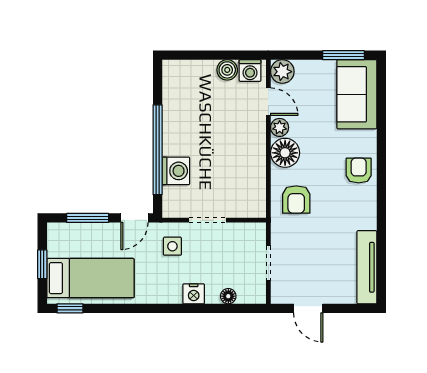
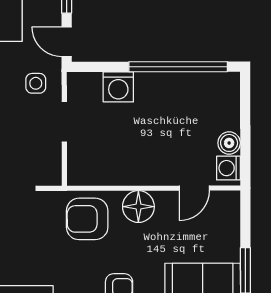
plant: (282, 72) -> (227, 203), removed
plant: (280, 127) -> (166, 200), removed
window: (158, 150) -> (178, 67), moved
armchair: (296, 200) -> (87, 219), width x1.38, depth x1.38

